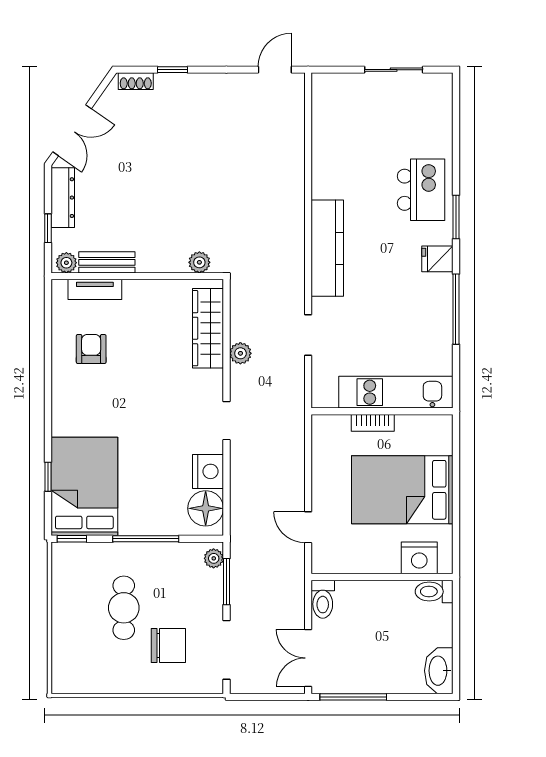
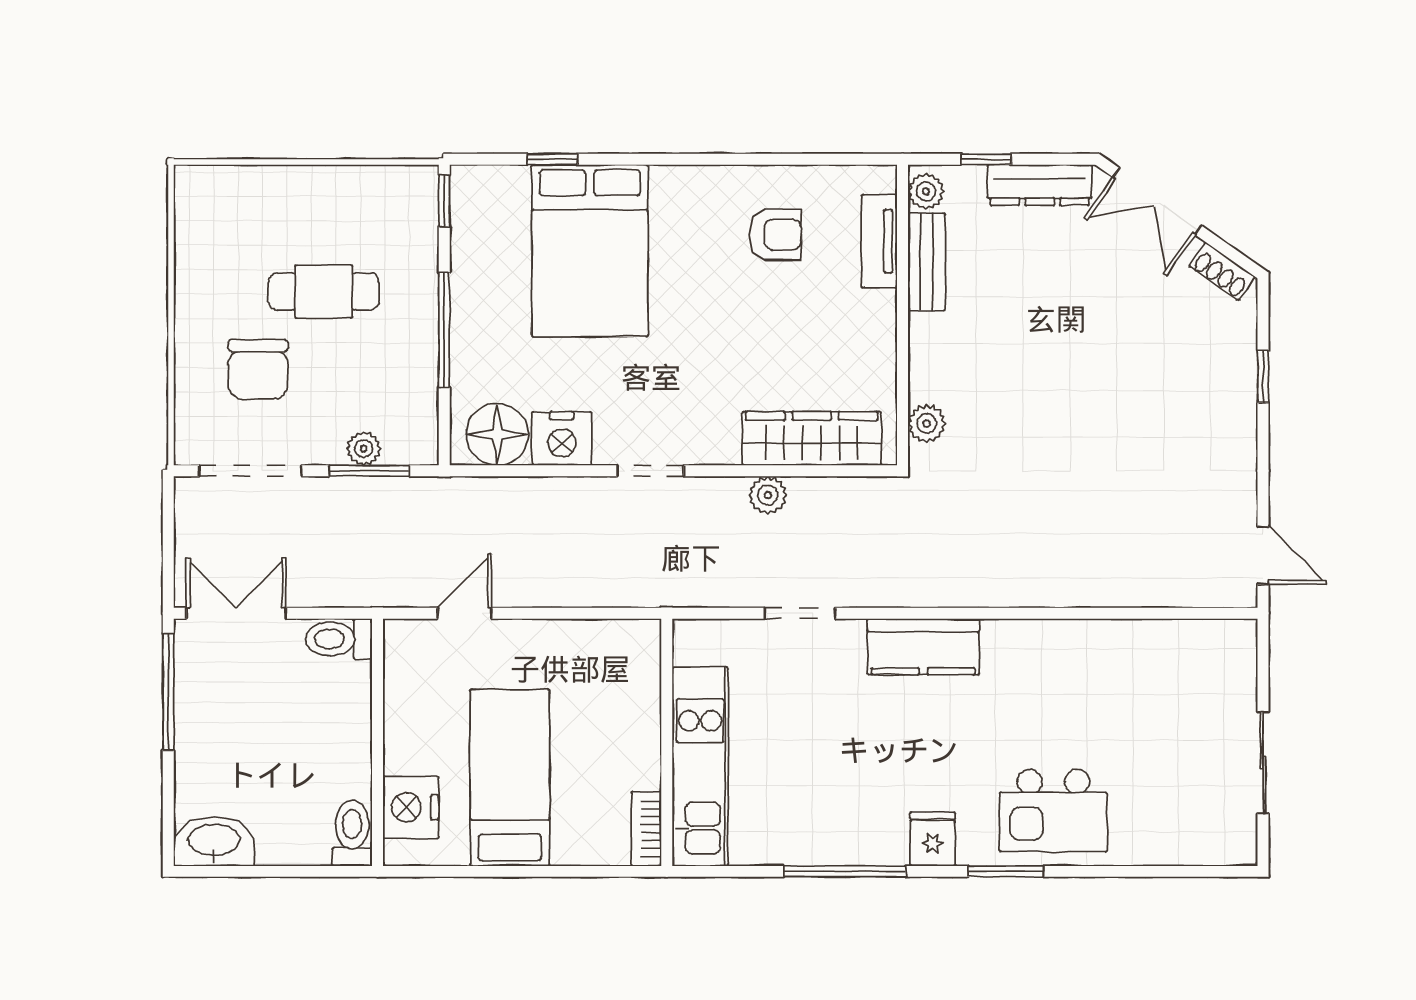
shoe rack: (136, 81) -> (1222, 271), moved, turned -55
kitchen counter: (327, 248) -> (923, 647), width x0.67
bookcase: (373, 423) -> (646, 829), moved
bed: (84, 486) -> (590, 251), moved, turned 90
bed: (402, 490) -> (510, 778), width x0.67
plant: (214, 558) -> (364, 449), moved

